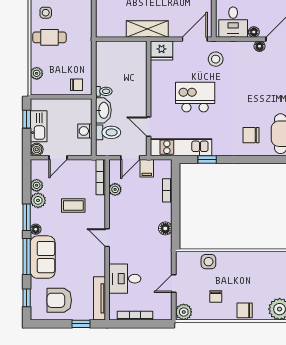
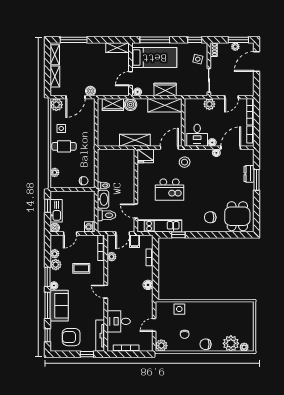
kitchen island: (195, 97) -> (170, 190), turned 180
washing machine: (85, 131) -> (90, 227), moved

